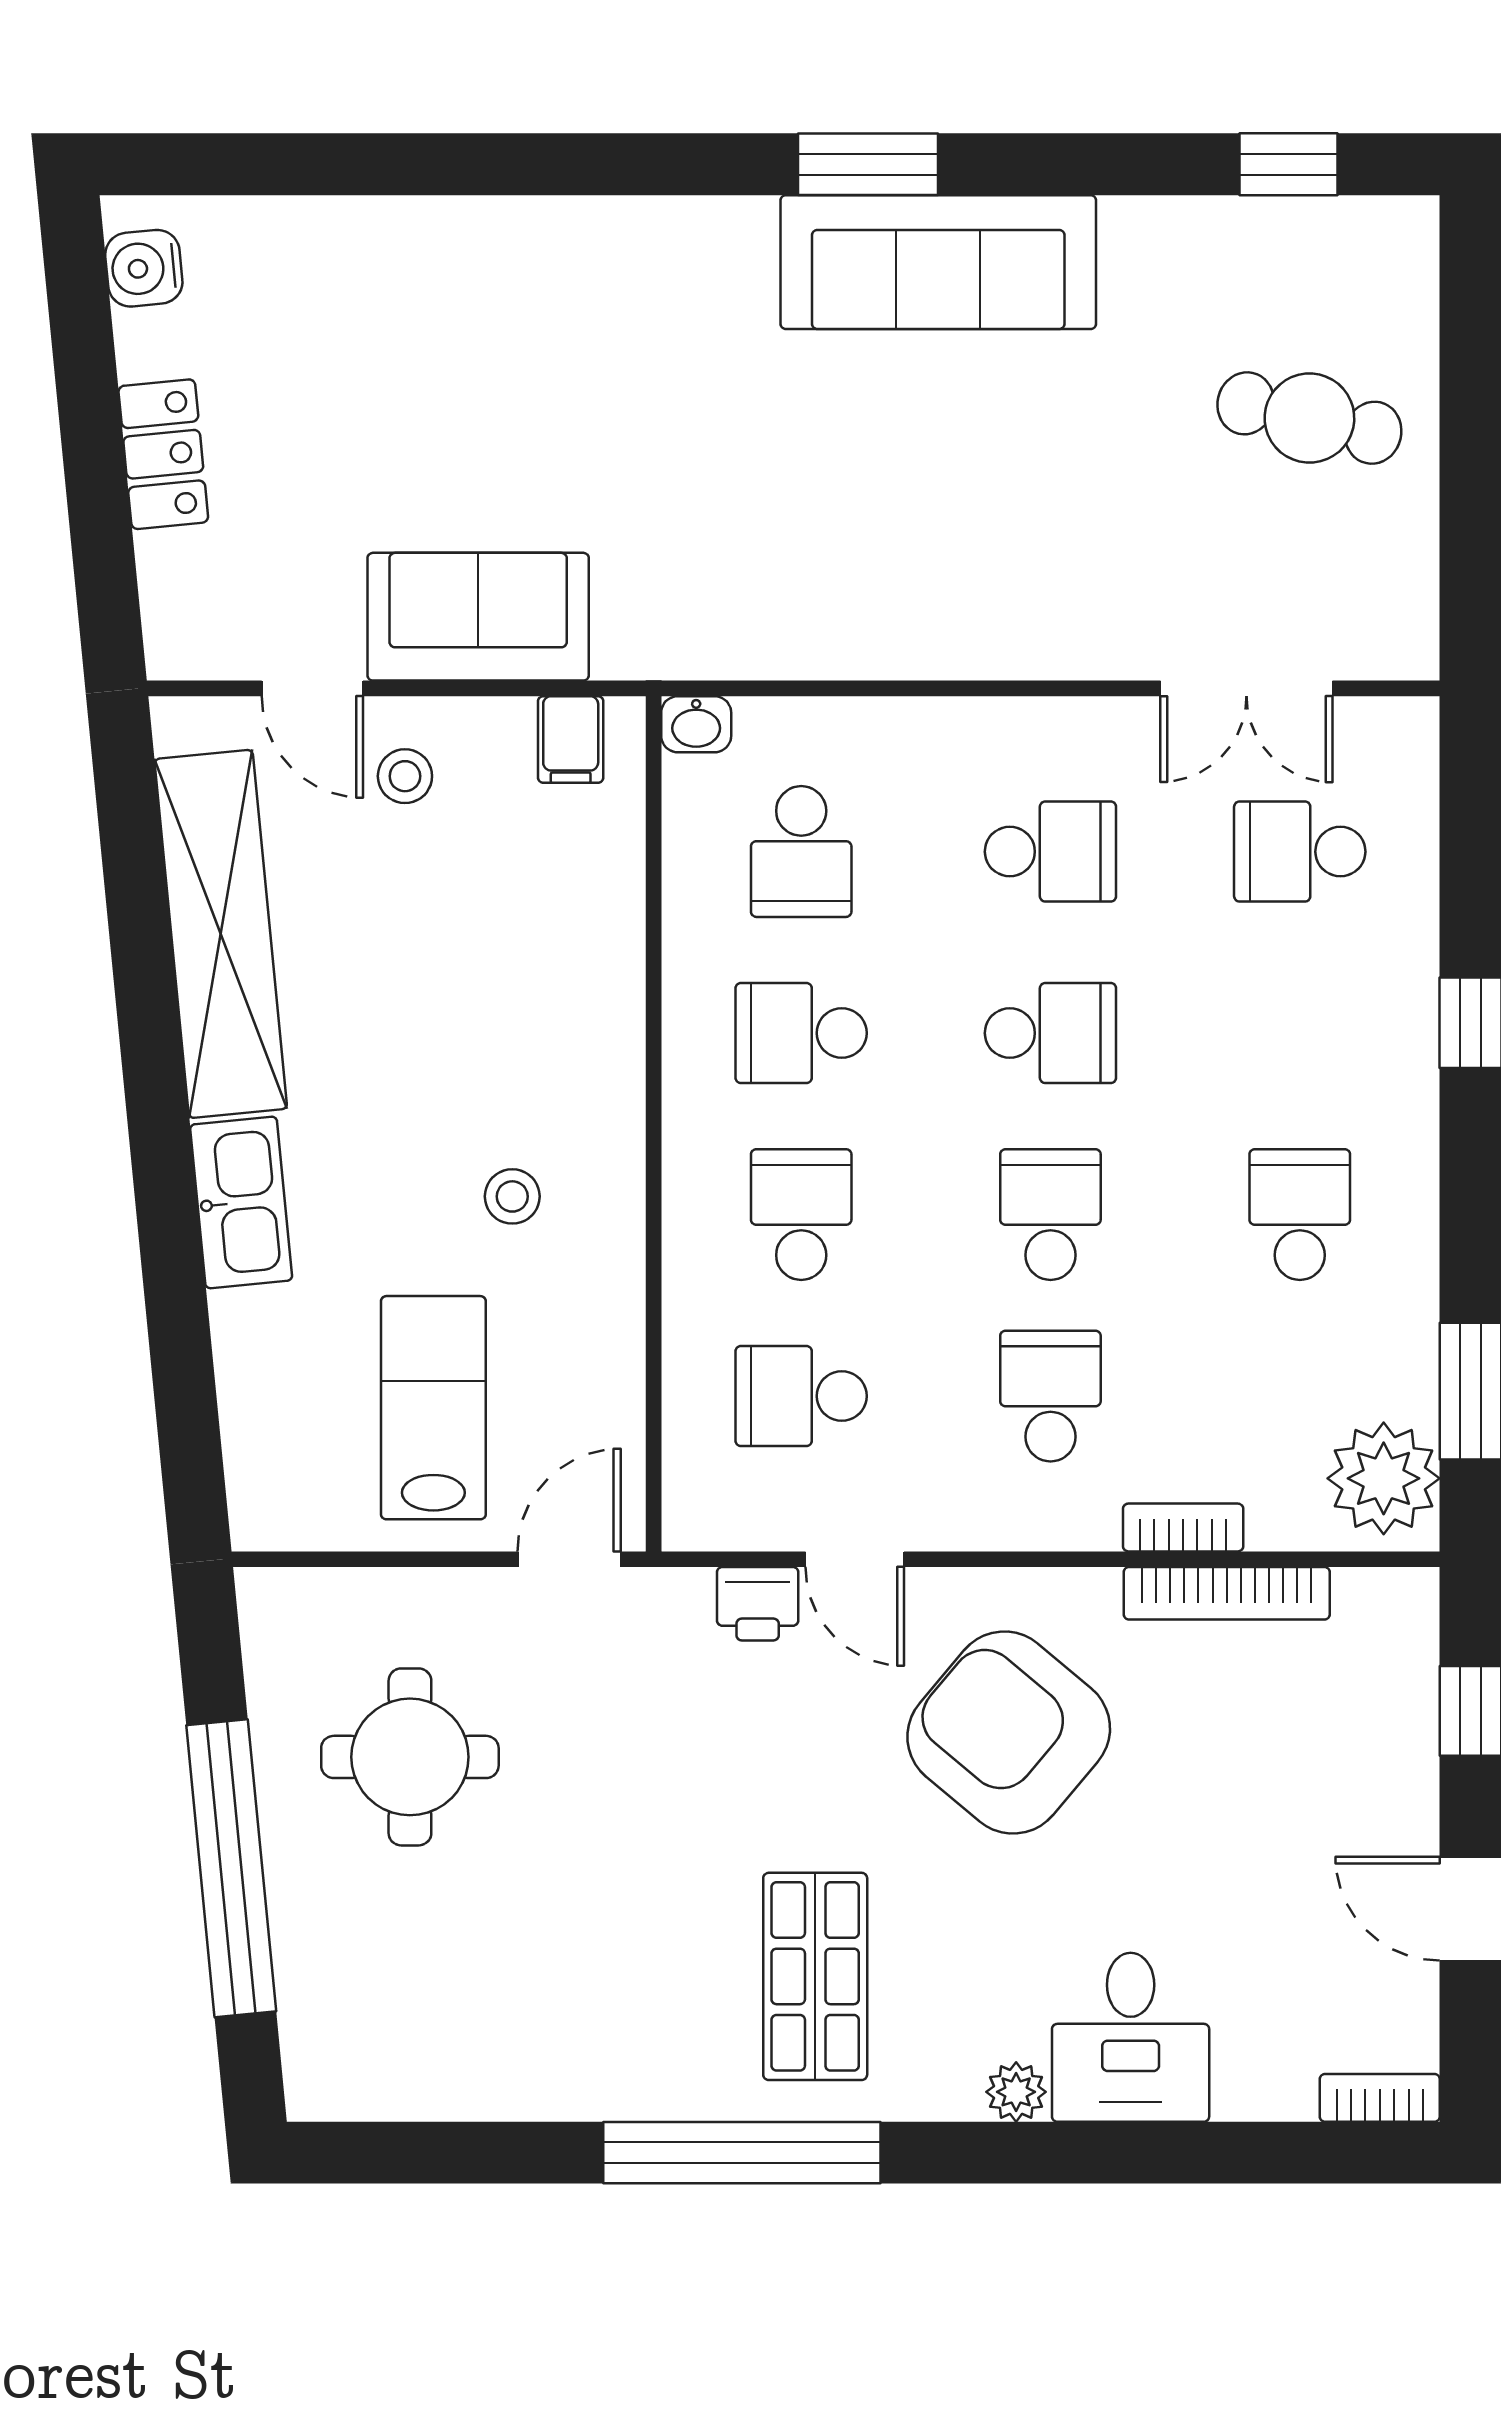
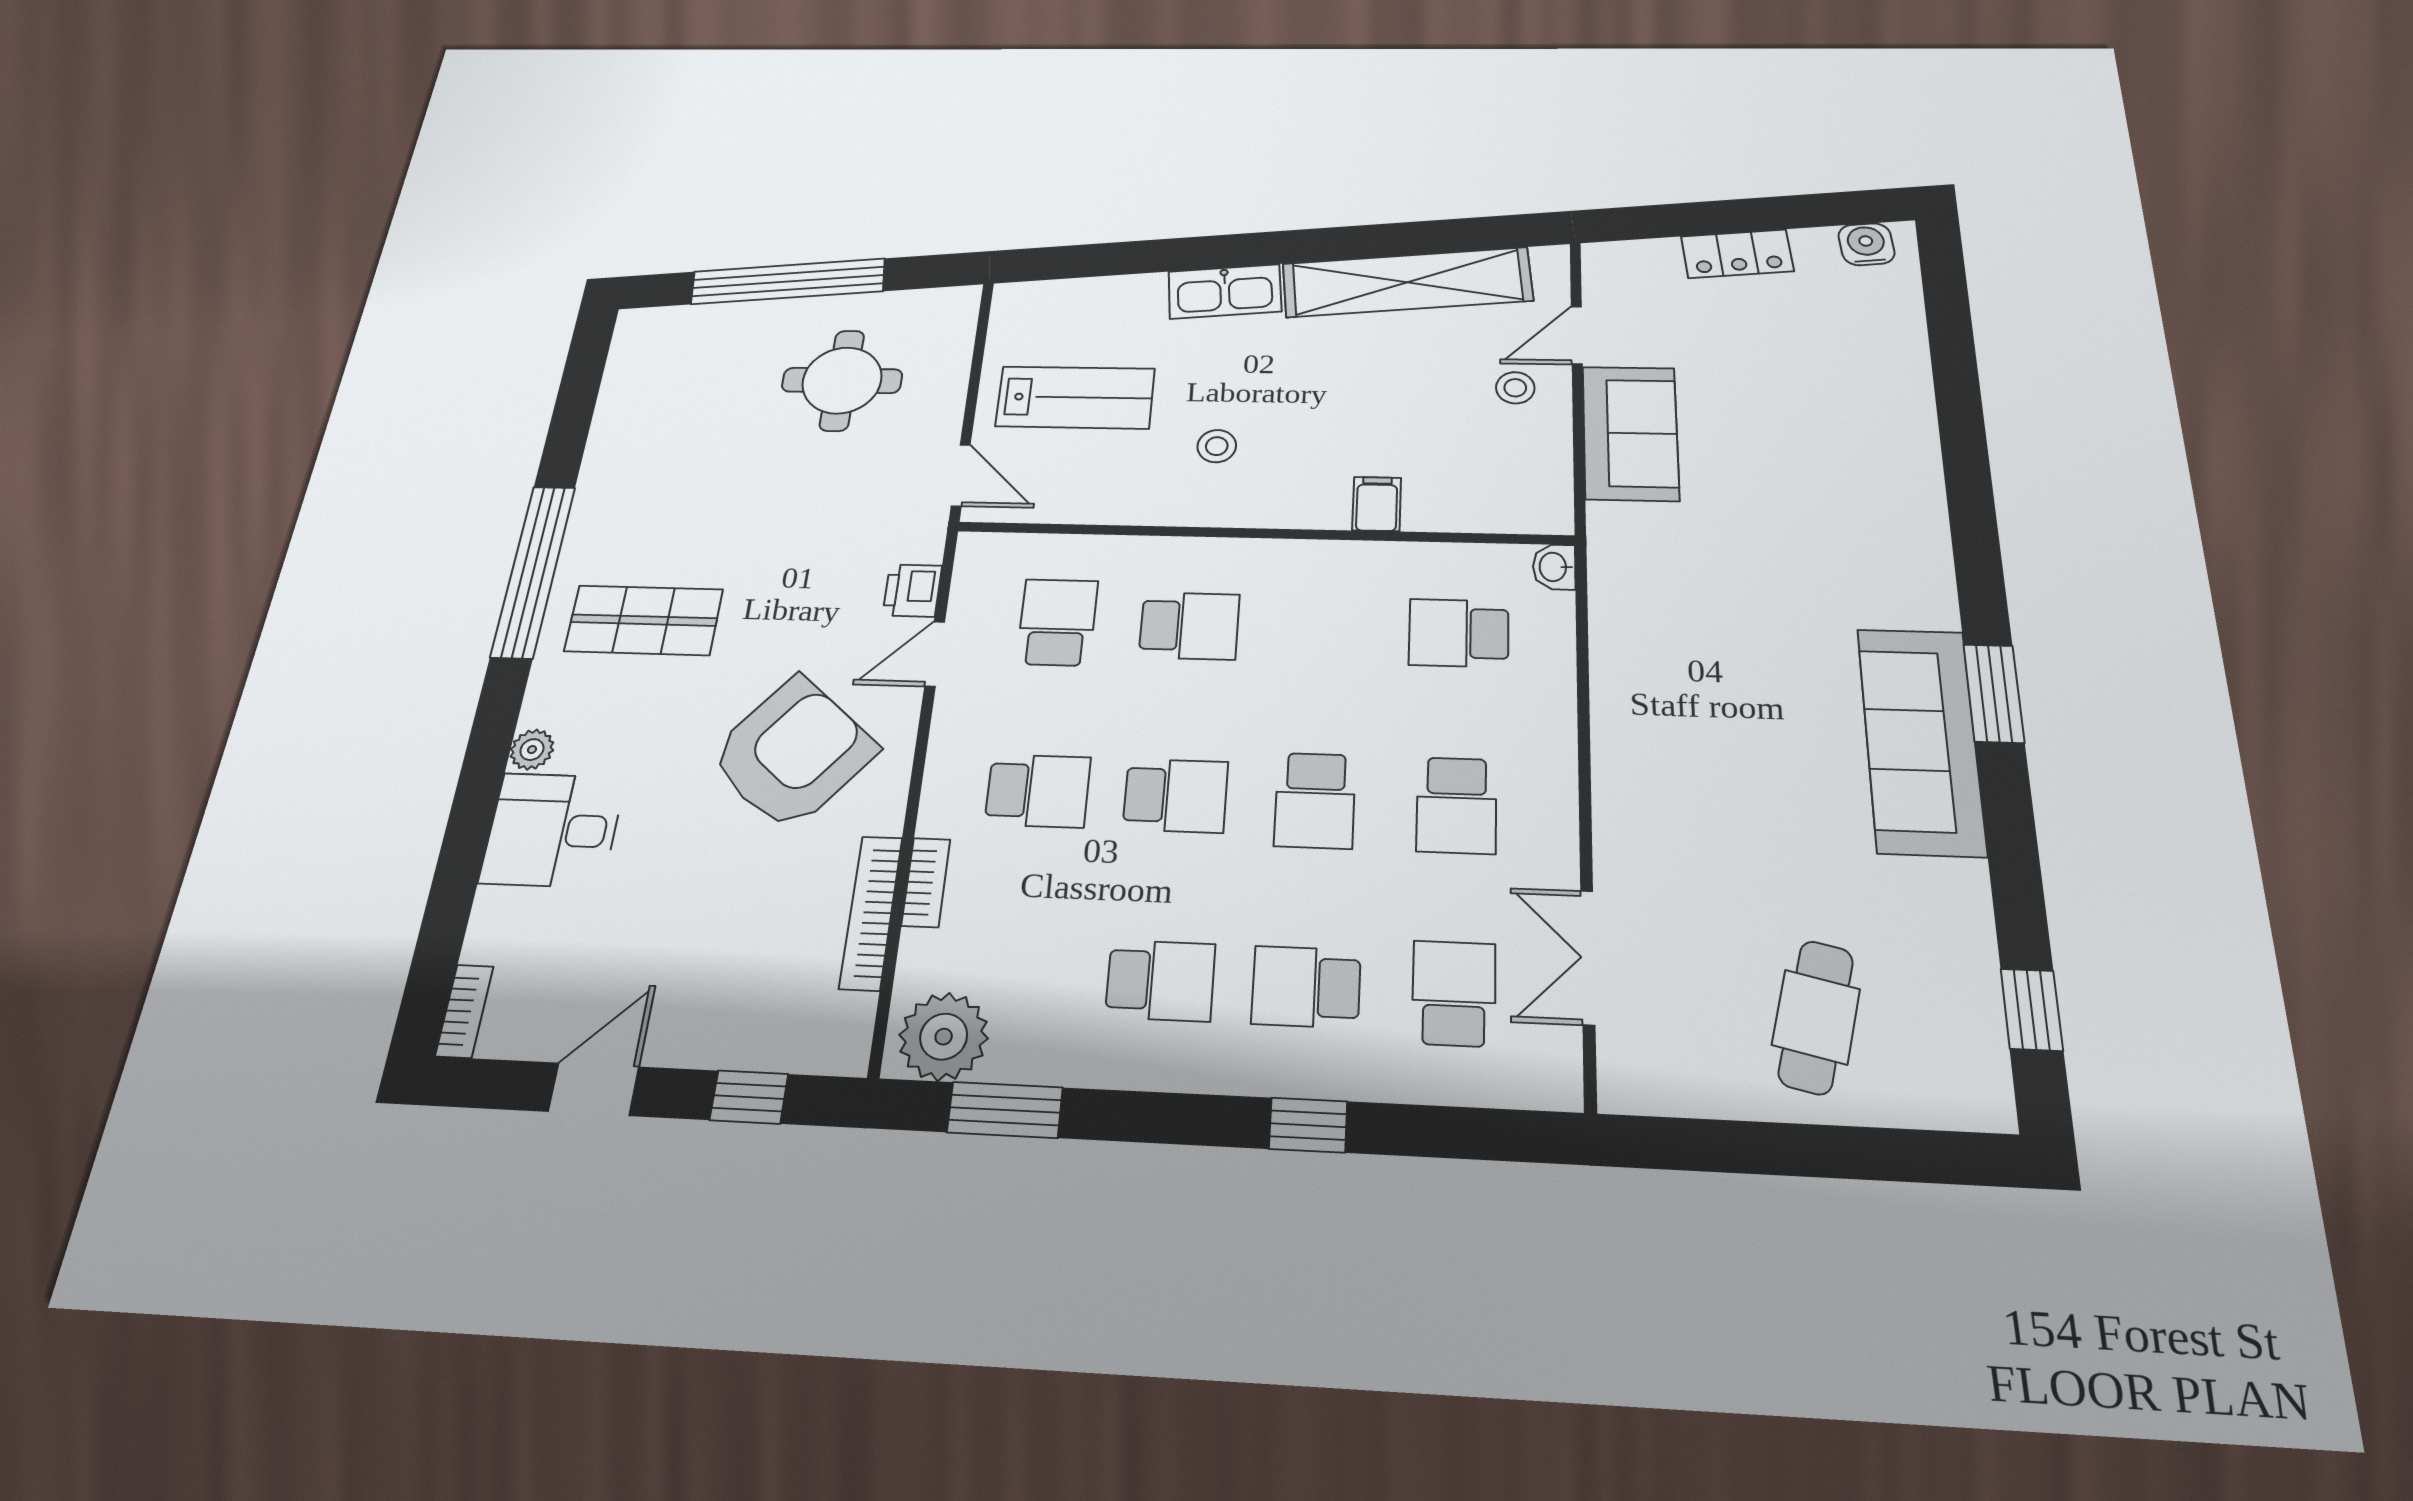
filing cabinet: (571, 739) -> (1377, 504), moved, turned 90
school desk: (801, 1033) -> (1306, 987), moved, turned -90

